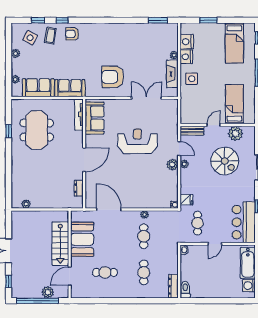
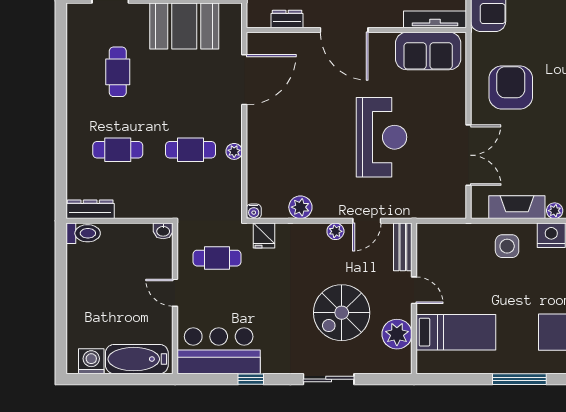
plant: (172, 165) -> (300, 207), moved

